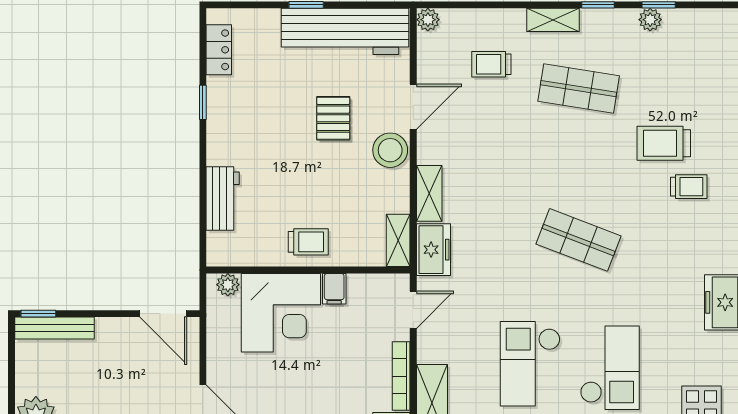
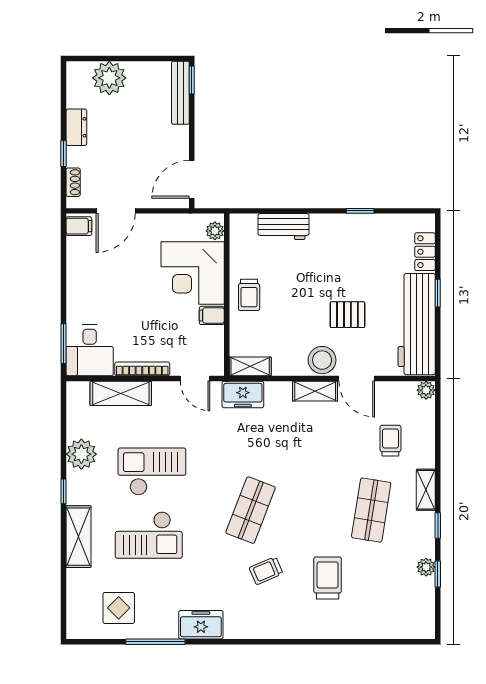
locker: (219, 50) -> (425, 252), moved, turned 90
trolley: (689, 187) -> (266, 571), moved, turned 67
shelving: (429, 193) -> (315, 391), moved

